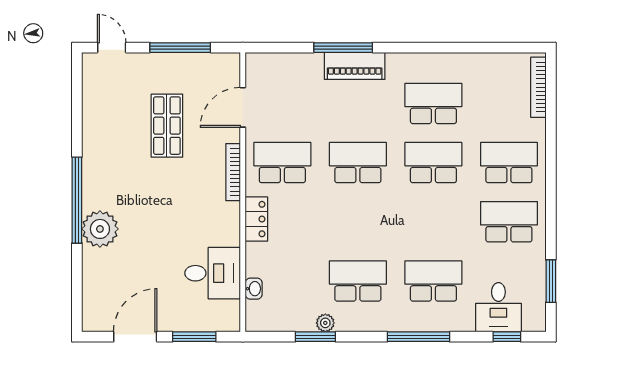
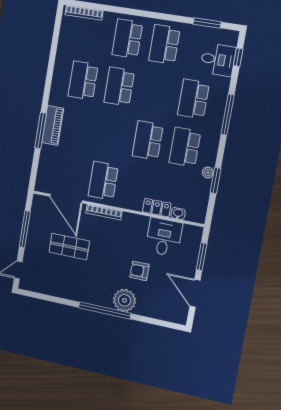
door: (243, 107) -> (66, 198), width x1.36
school desk: (358, 163) -> (148, 140), moved
locker: (256, 219) -> (157, 208), moved
armchair: (152, 244) -> (139, 271), added

